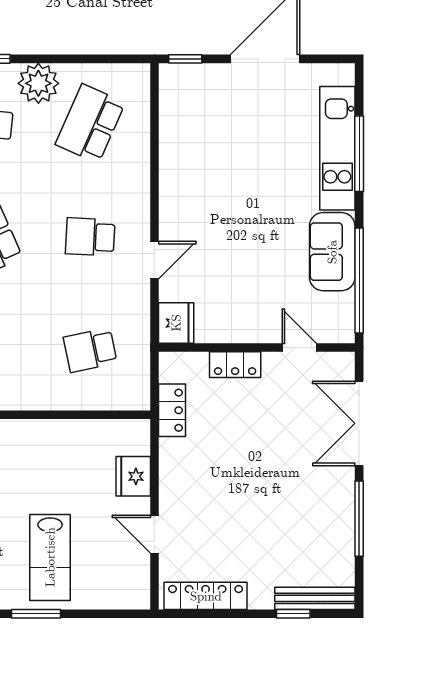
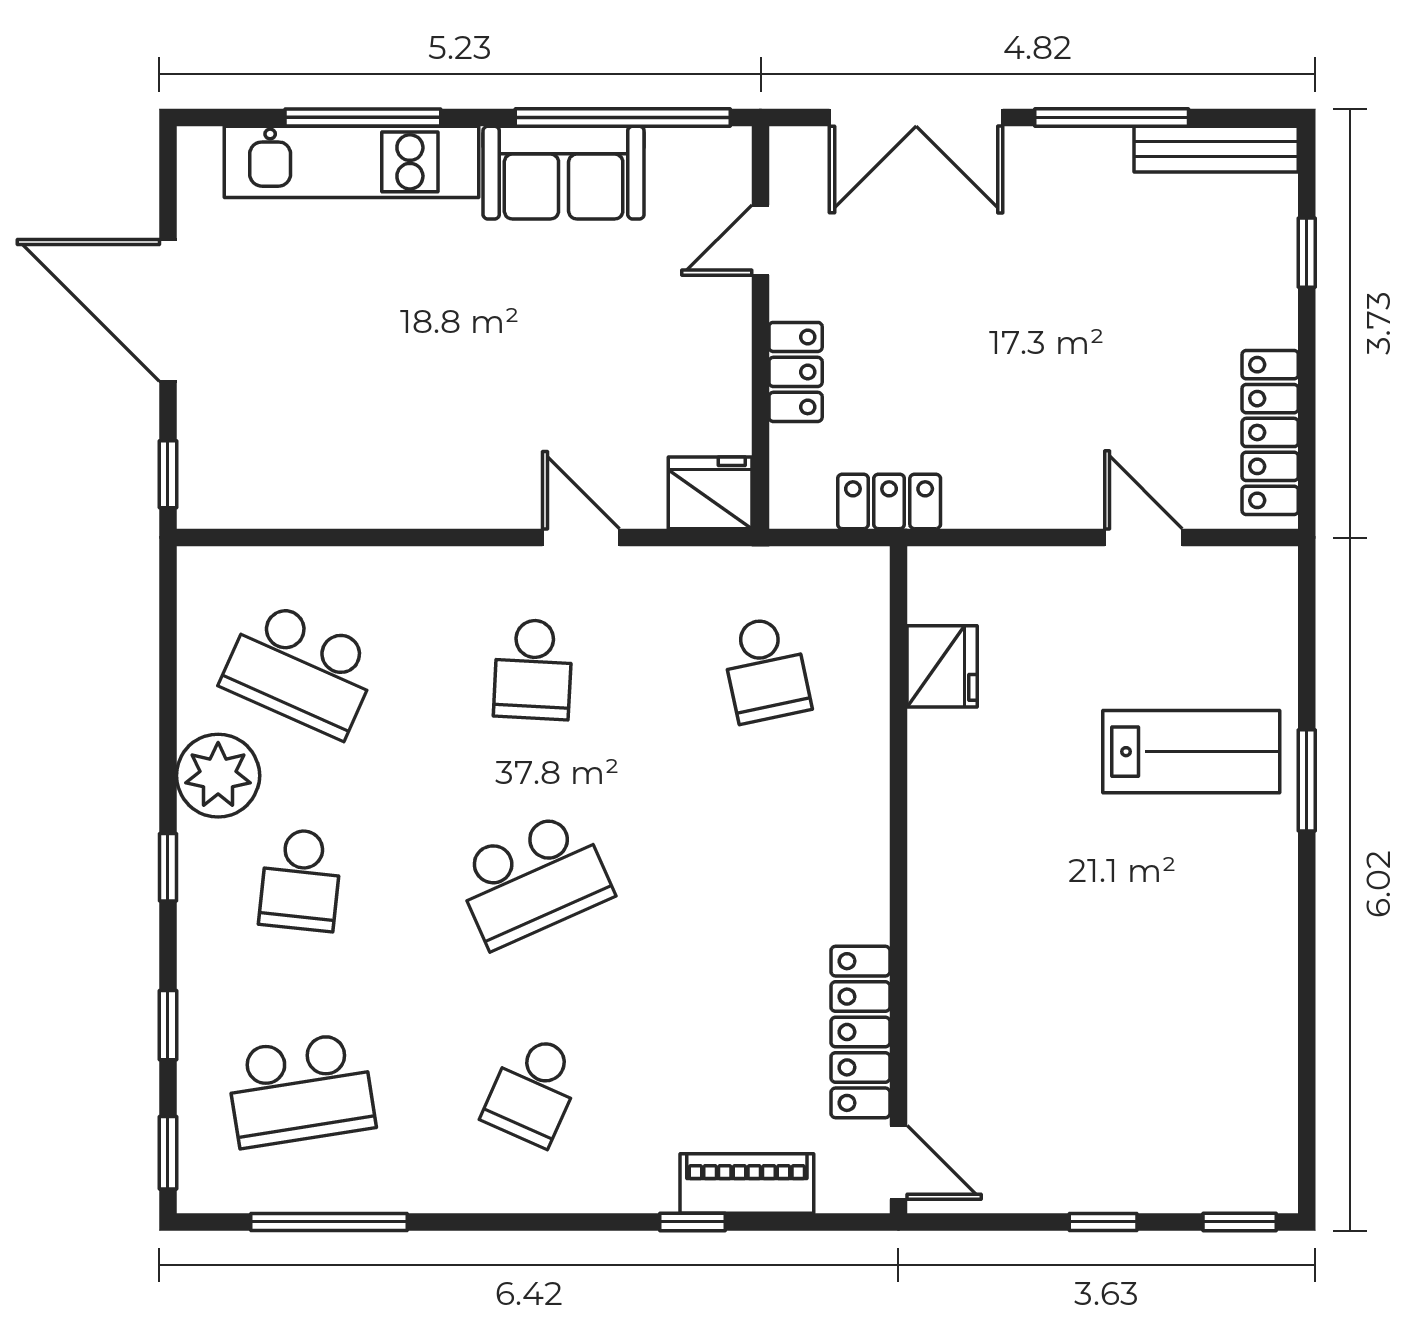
fridge: (133, 476) -> (942, 666), moved, turned -90
door: (154, 534) -> (1143, 537), swing flipped
bench: (315, 598) -> (1216, 149), moved, turned 90

